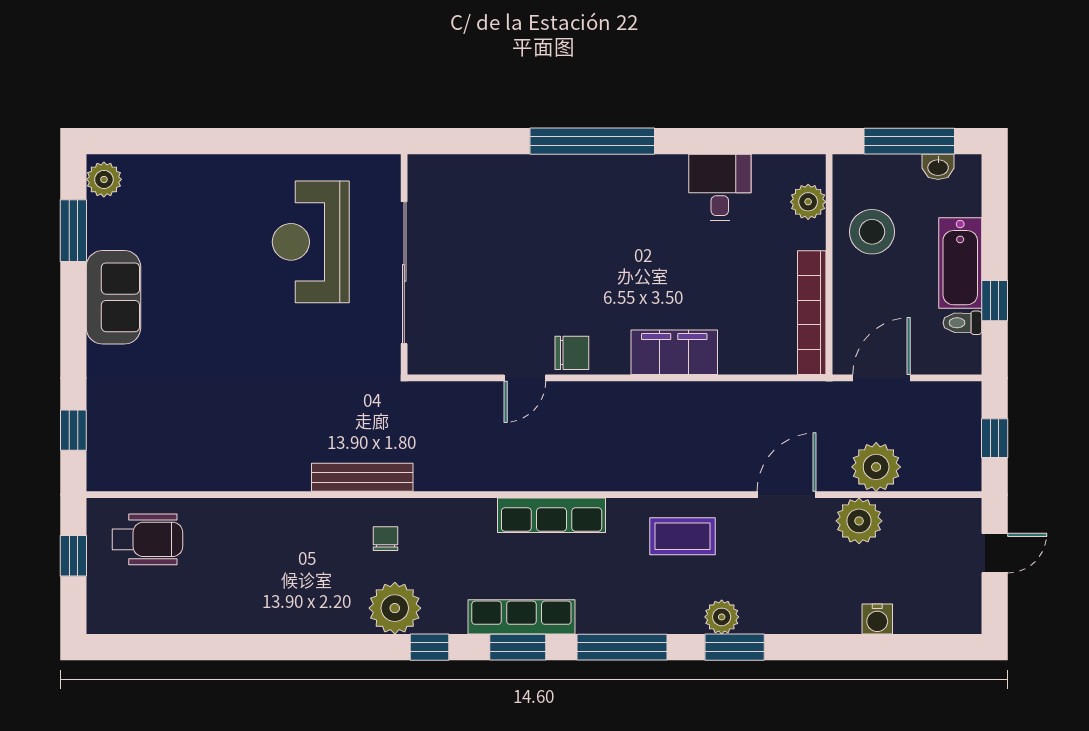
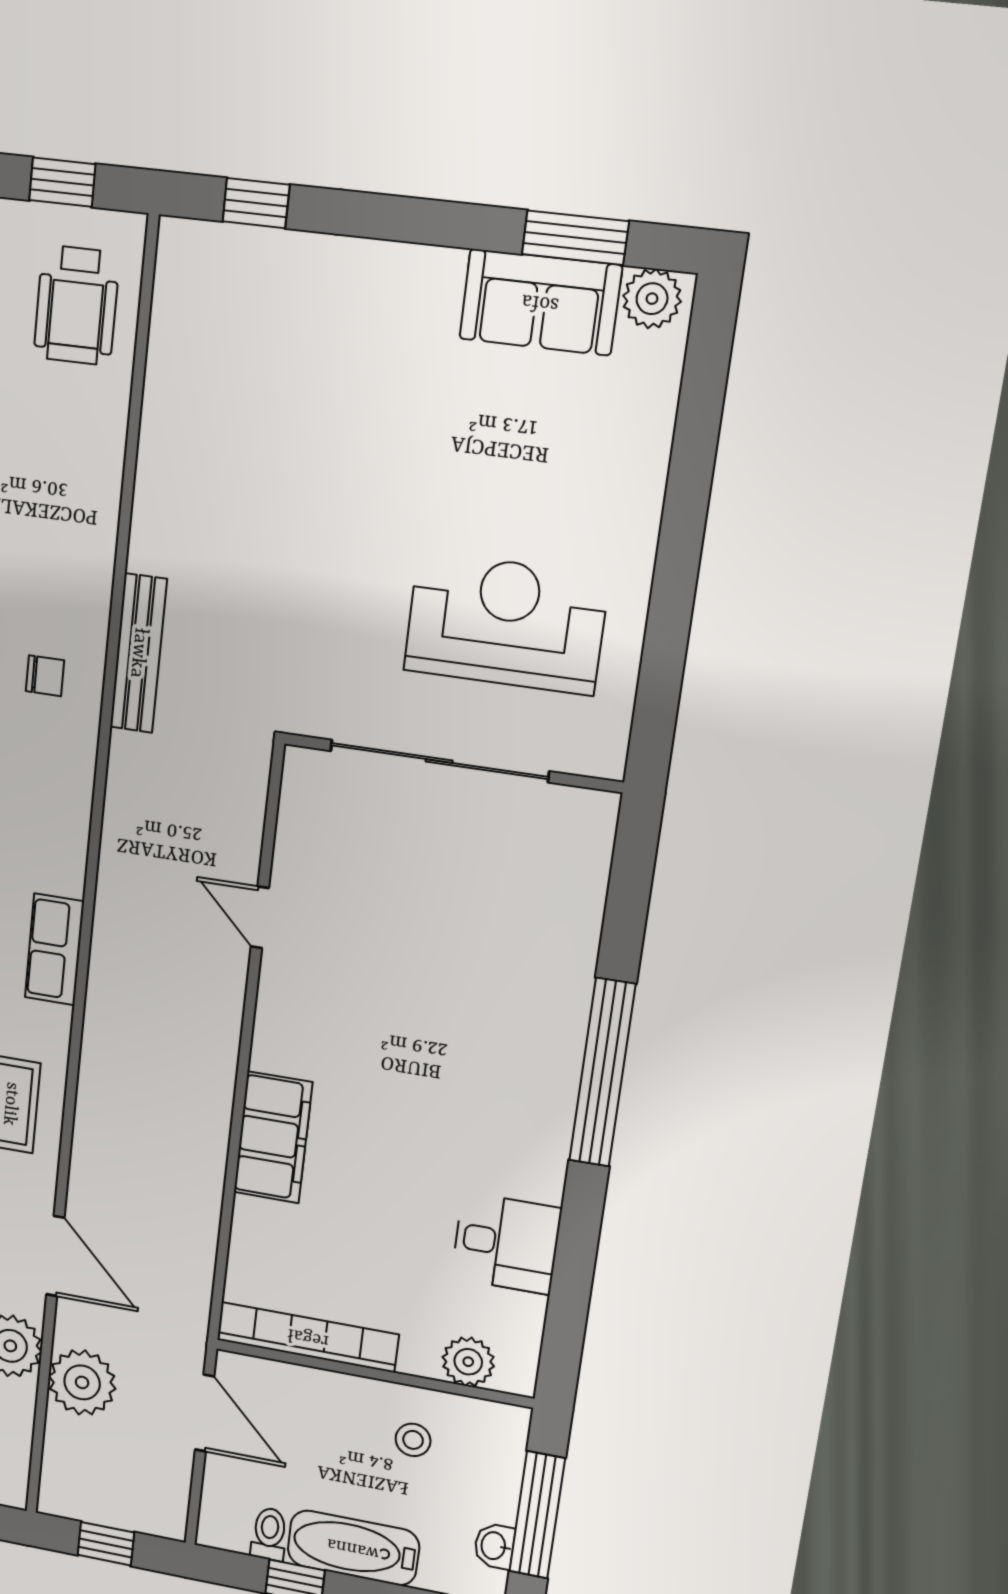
stool: (872, 232) -> (413, 1440), width x0.53, depth x0.53
sofa: (113, 297) -> (540, 302), moved
chair: (572, 353) -> (289, 991), removed
row of seats: (552, 515) -> (54, 949), width x0.68

